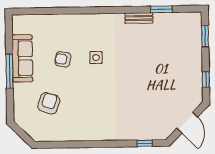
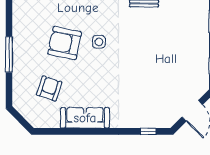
sofa: (22, 58) -> (85, 118), moved, turned -90
armchair: (63, 59) -> (65, 43), width x1.88, depth x1.88

